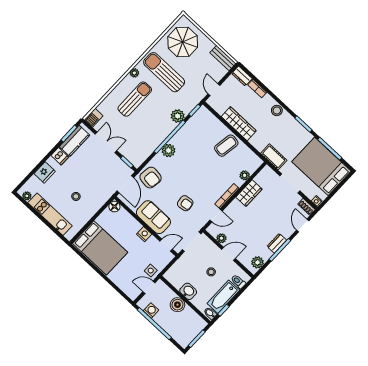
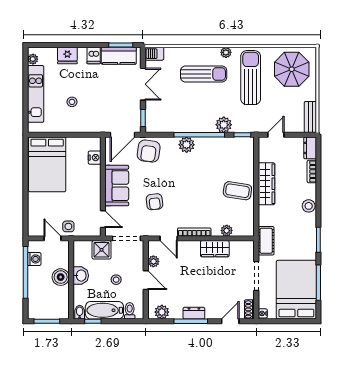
floor lamp: (114, 207) -> (94, 143), removed
nightstand: (144, 234) -> (95, 158), moved
shower: (184, 264) -> (101, 250), added

